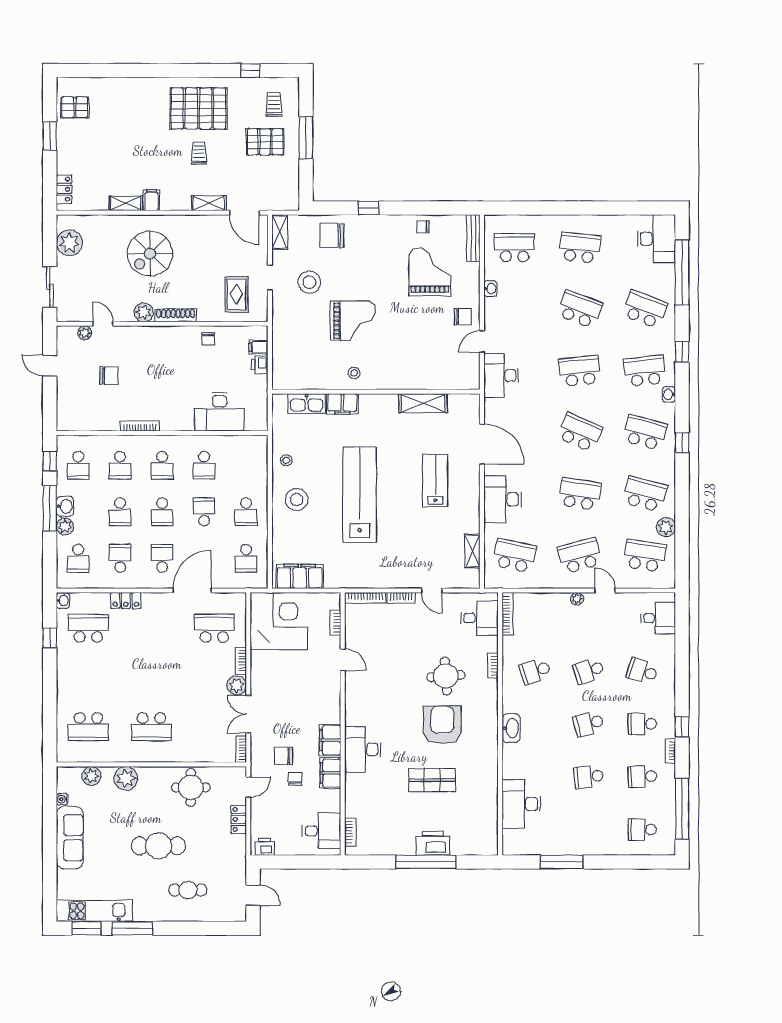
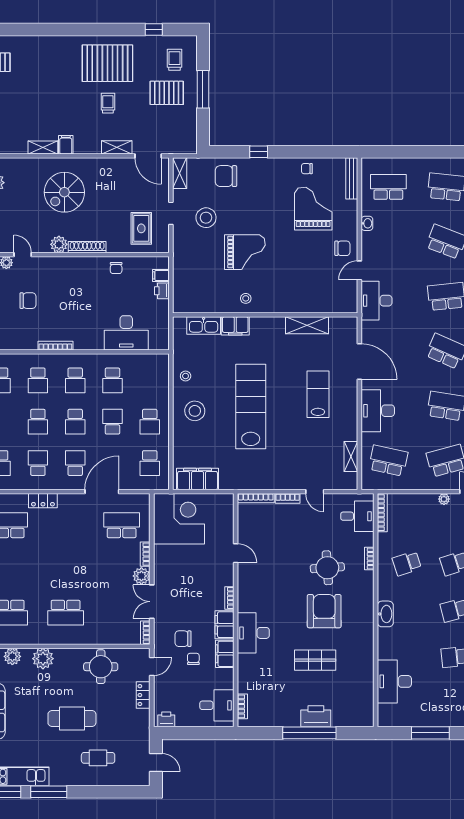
bookcase: (336, 623) -> (229, 598), moved

